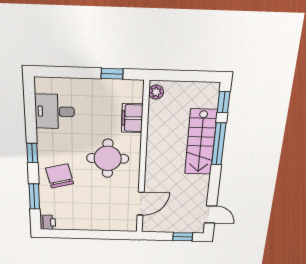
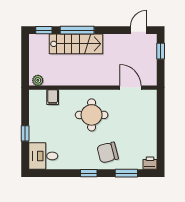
window: (112, 74) -> (25, 133), moved
desk: (55, 112) -> (43, 156), moved, turned 90
filing cabinet: (132, 118) -> (53, 97), width x0.50

